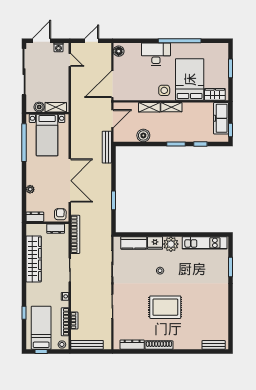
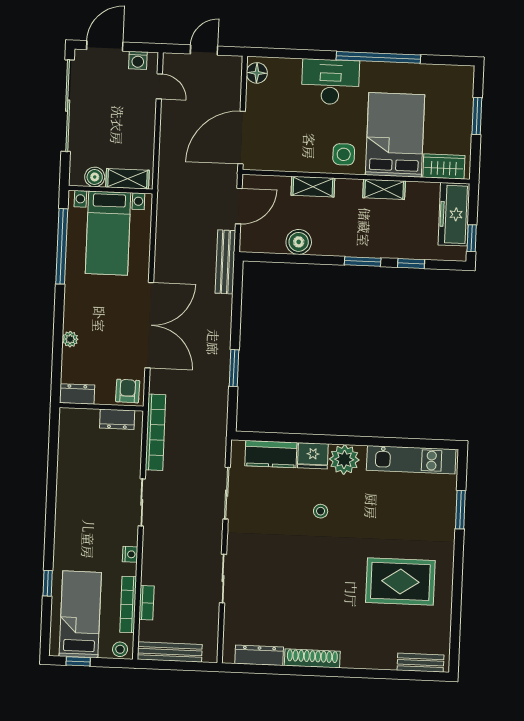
shelving: (171, 107) -> (384, 189), moved
wardrobe: (34, 259) -> (71, 478), removed
rug: (165, 307) -> (400, 581), moved

